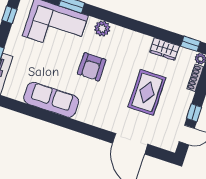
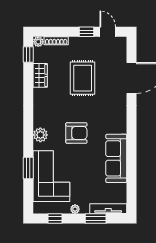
plant: (12, 39) -> (75, 209), added
rug: (147, 92) -> (83, 78), turned 90

